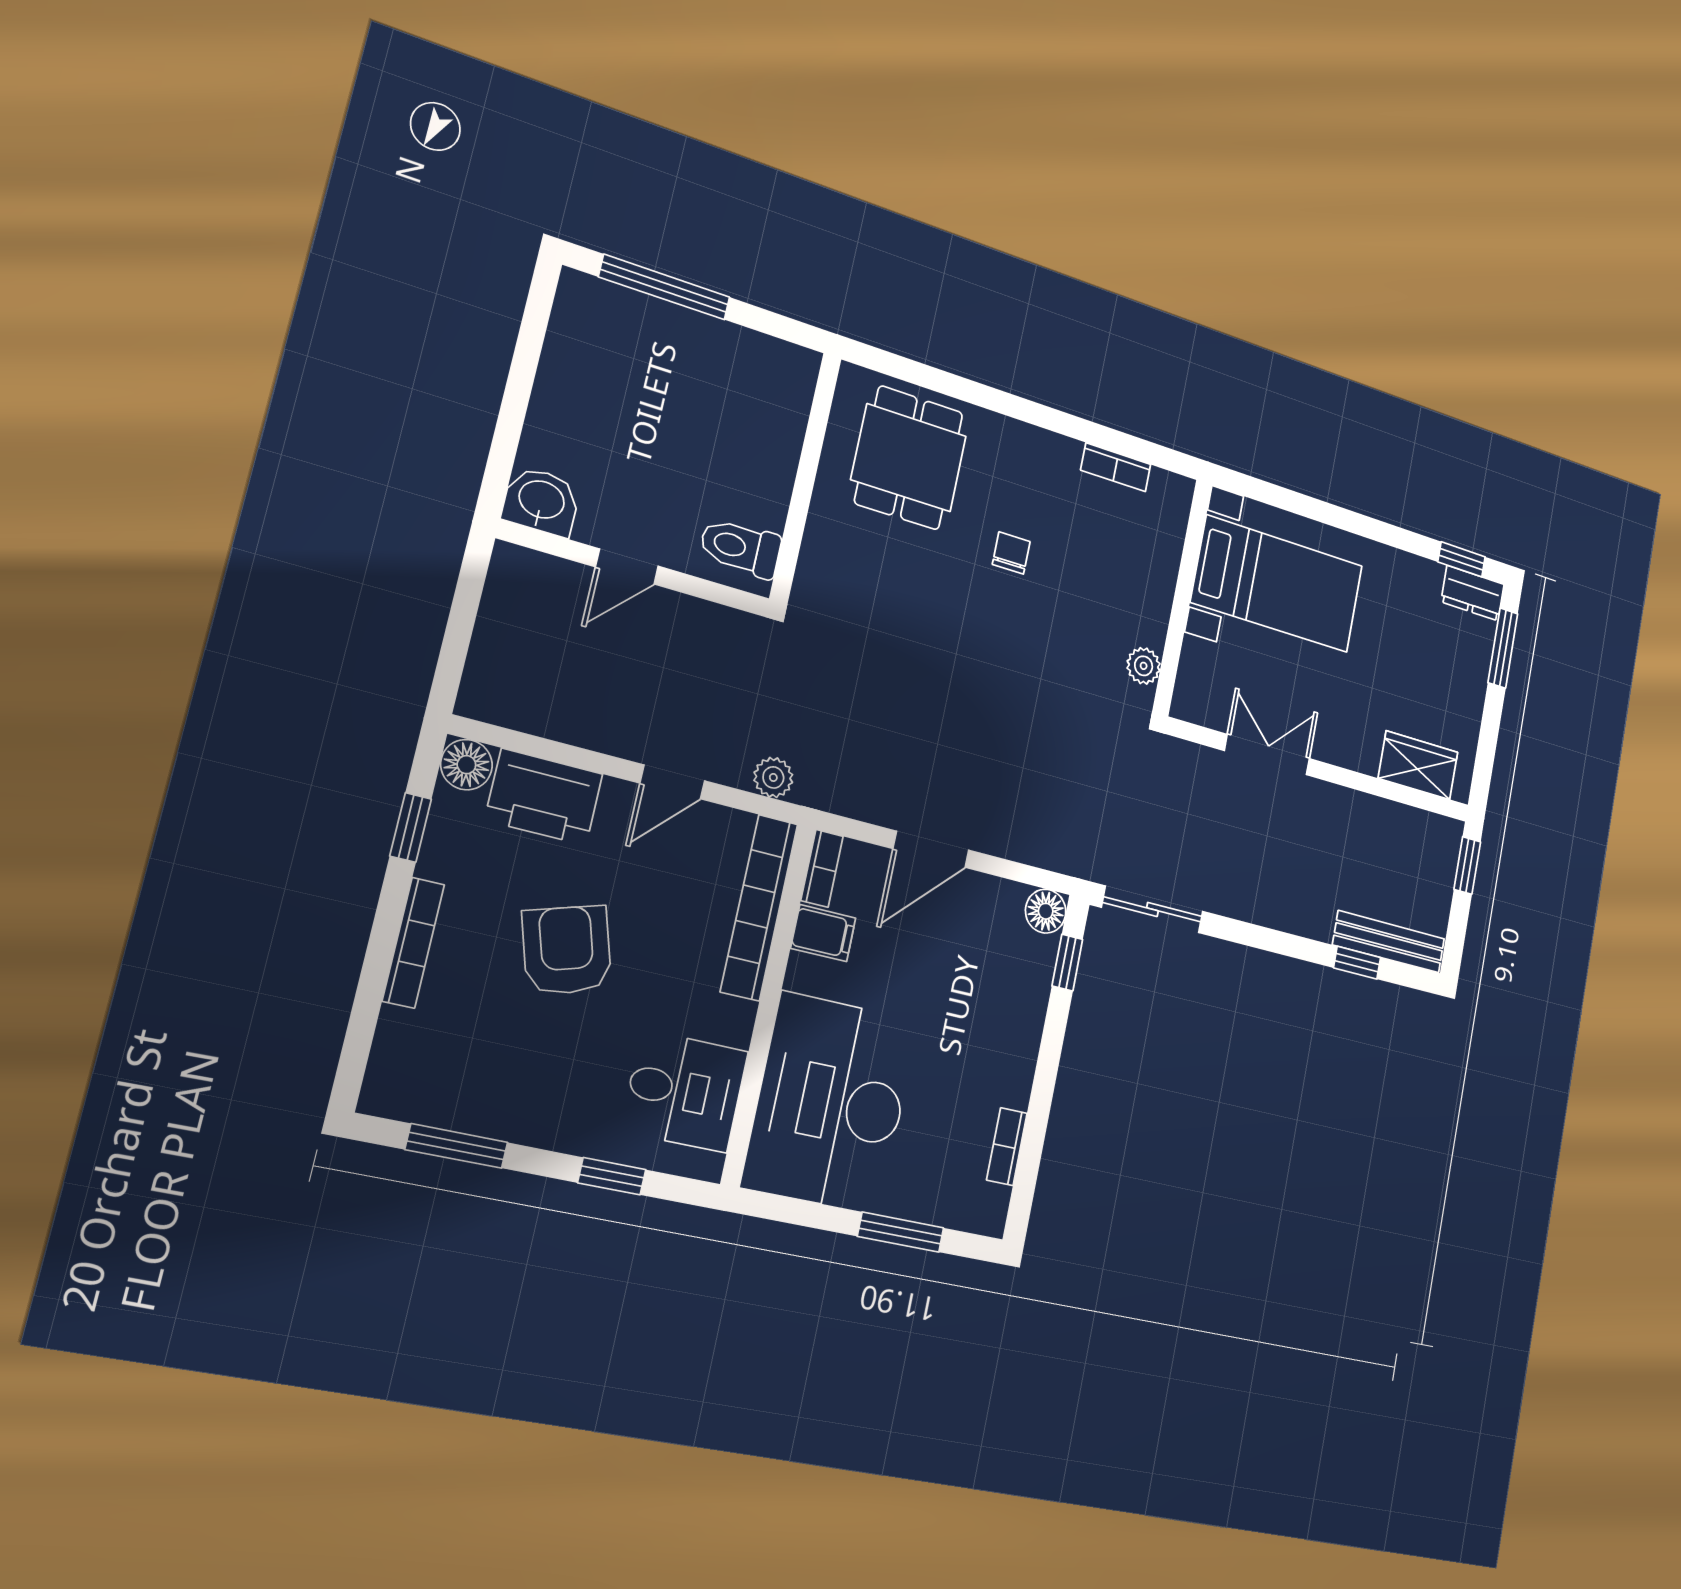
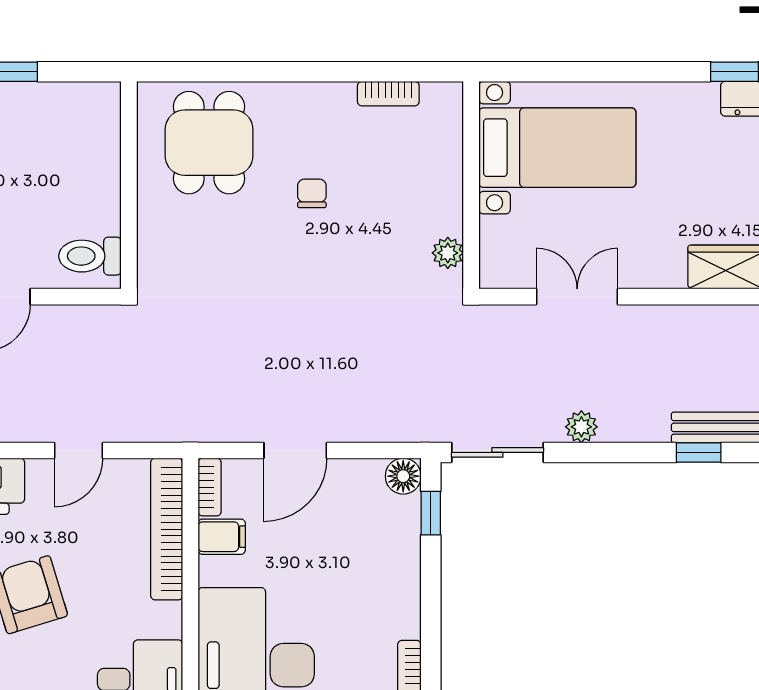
plant: (773, 777) -> (581, 427), moved

